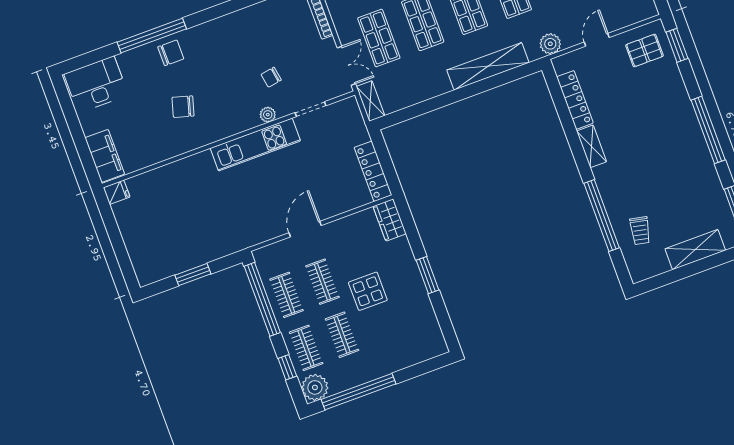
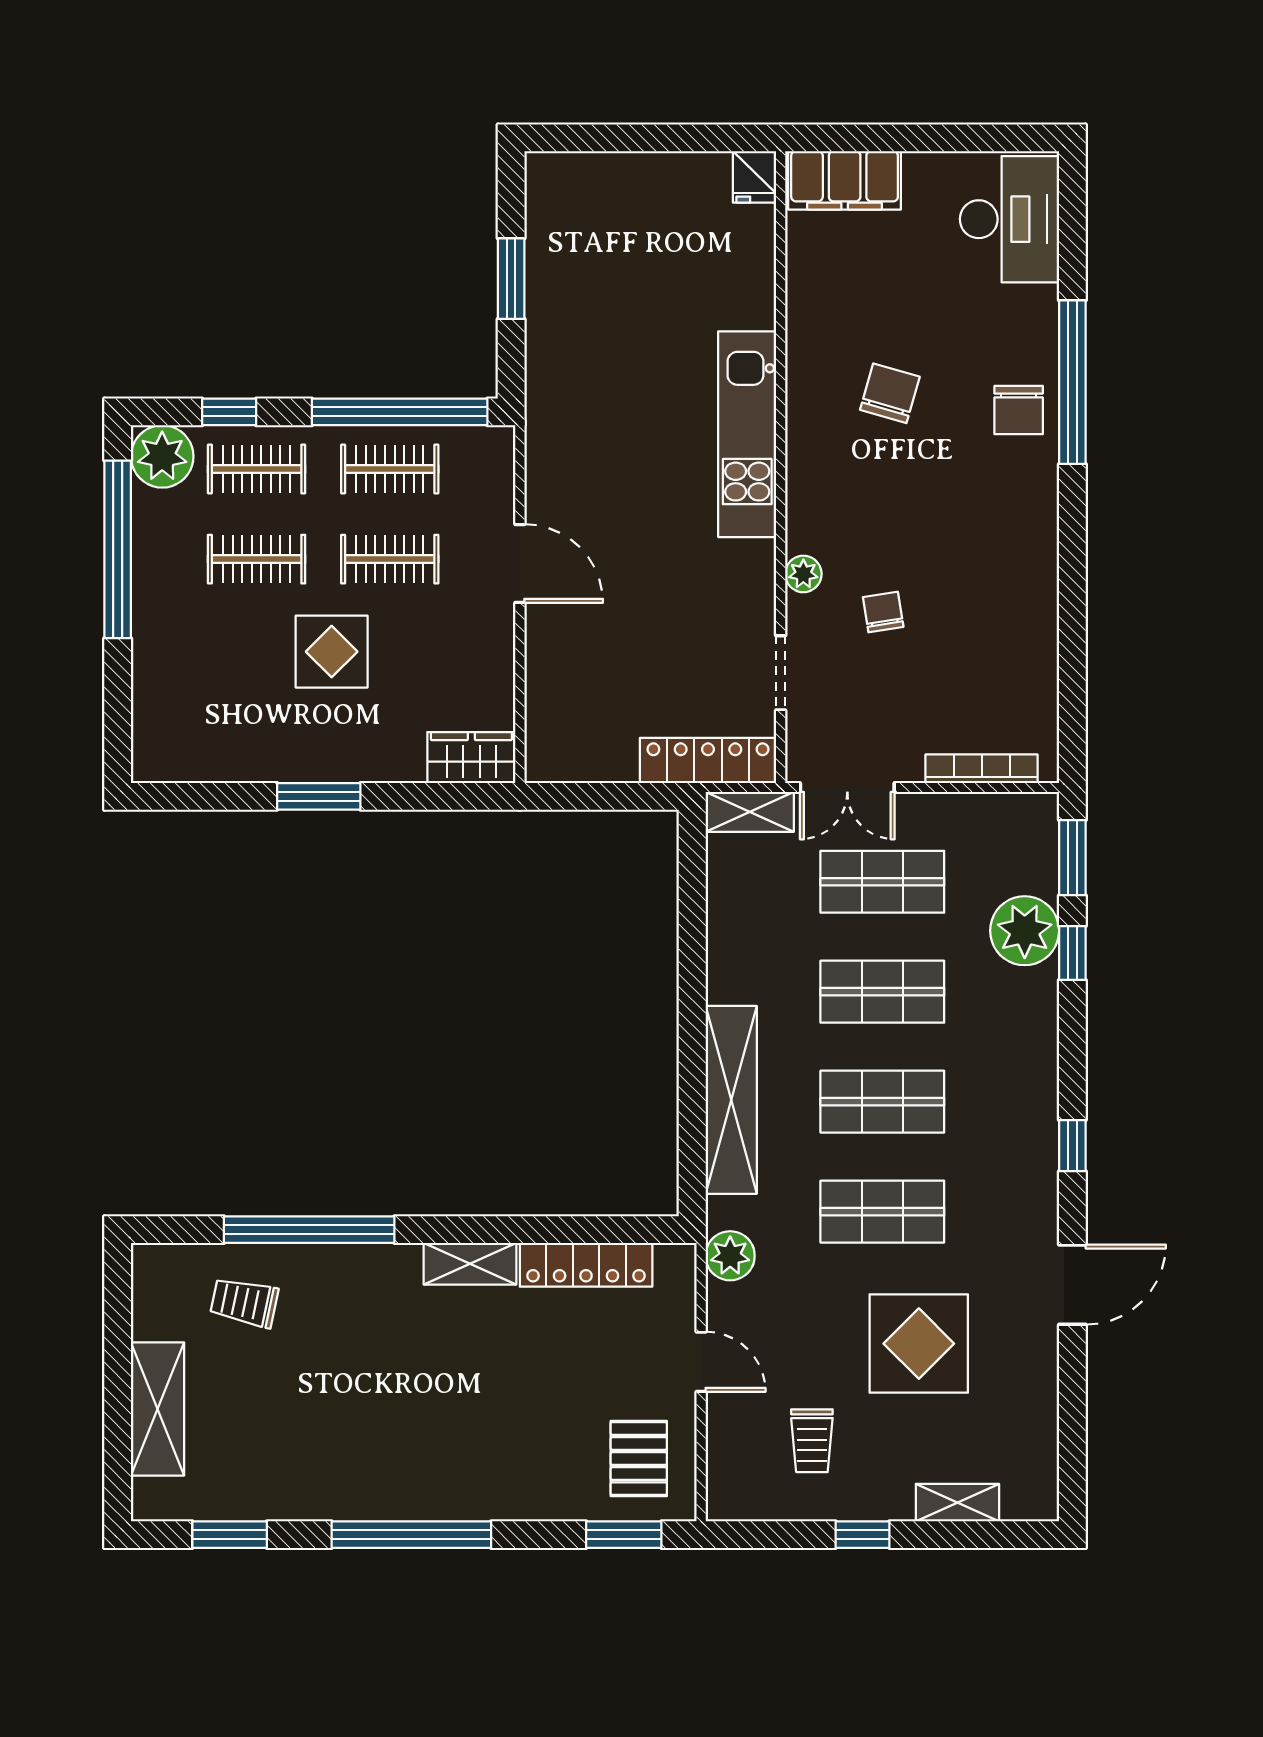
kitchen unit: (255, 145) -> (747, 434), moved
locker: (373, 171) -> (708, 761), moved

